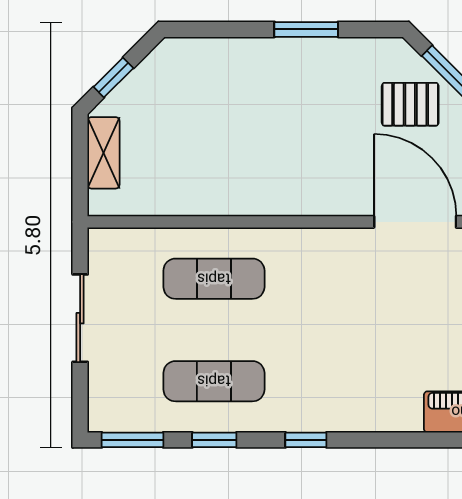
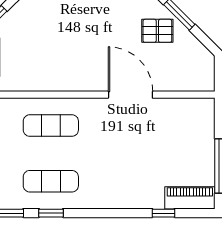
door: (415, 222) -> (130, 95), moved
window: (306, 440) -> (163, 213), moved

